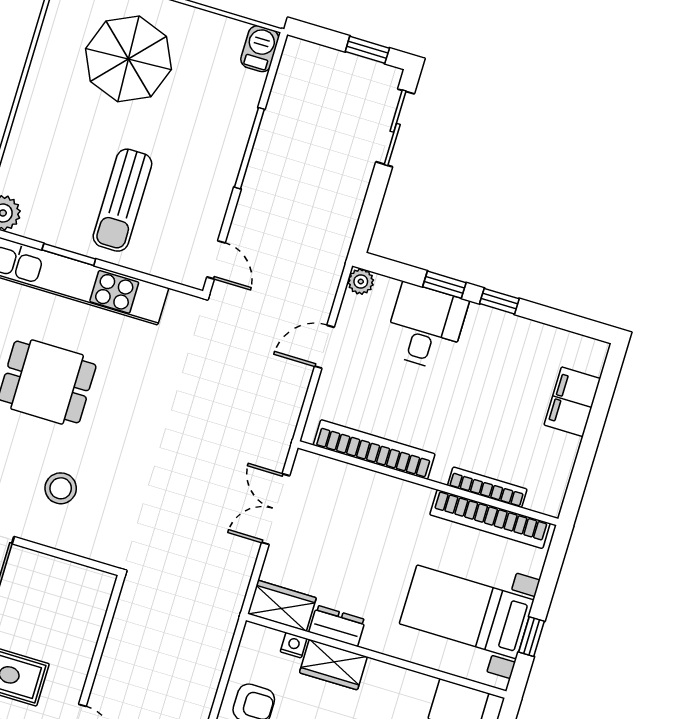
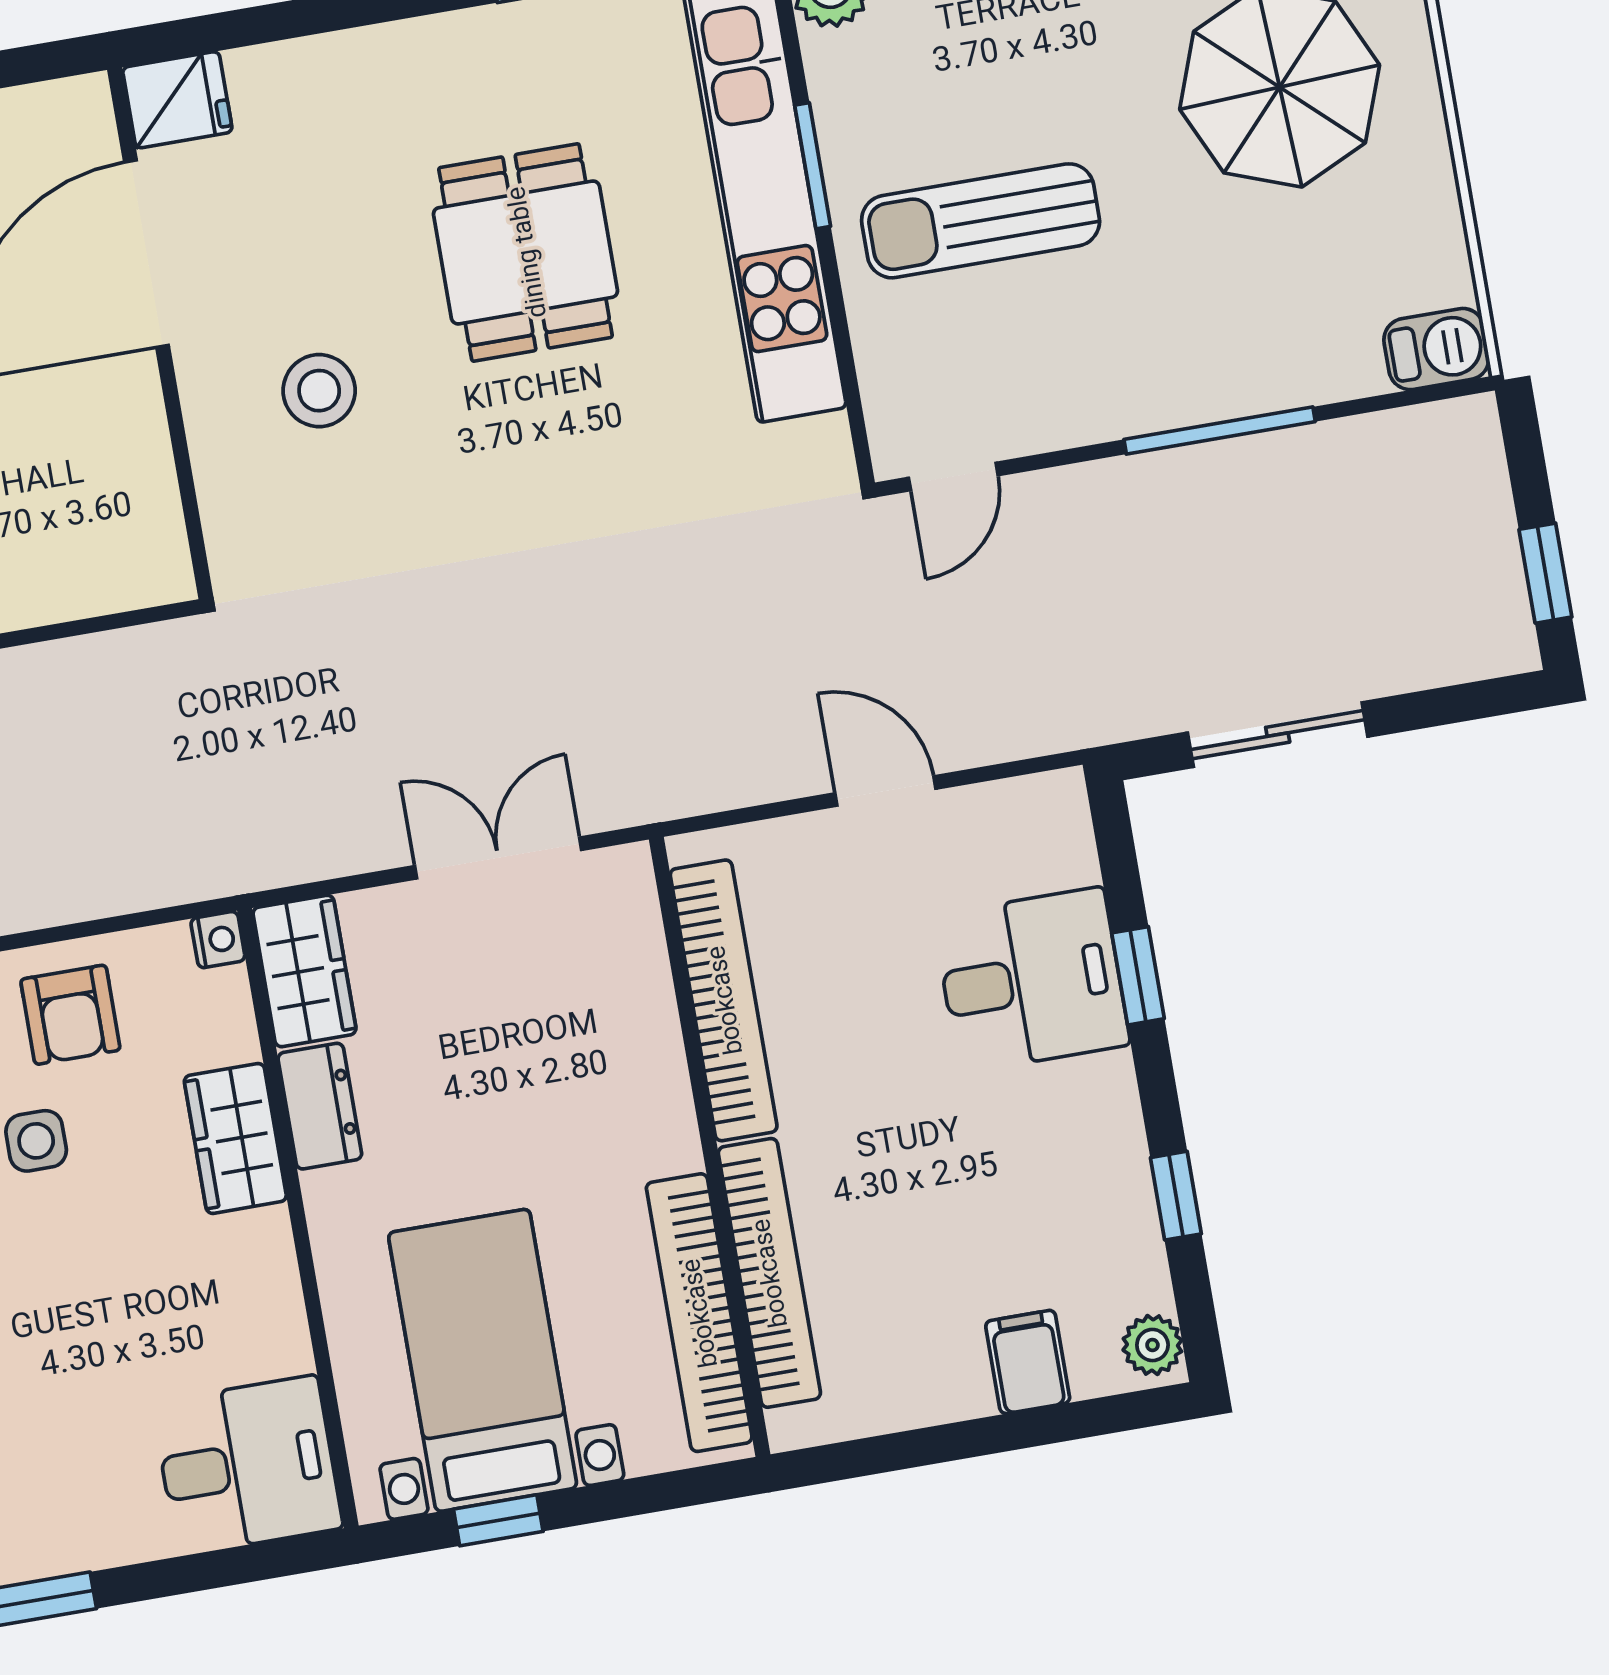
sliding door: (395, 128) -> (1278, 735), moved
plant: (361, 282) -> (1152, 1345), moved
window: (499, 301) -> (1176, 1196), moved
filing cabinet: (572, 402) -> (1028, 1362), width x0.50
bookcase: (487, 487) -> (769, 1273), width x1.48, depth x1.31
nightstand: (294, 645) -> (218, 940), moved

